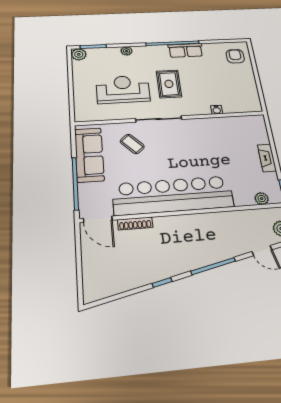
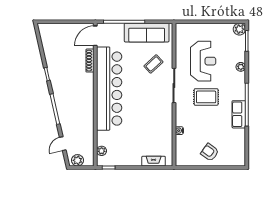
armchair: (235, 56) -> (210, 152), moved, turned -144
fireplace: (267, 158) -> (154, 161), moved

